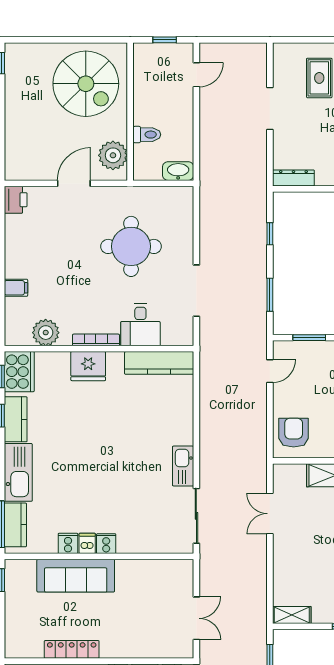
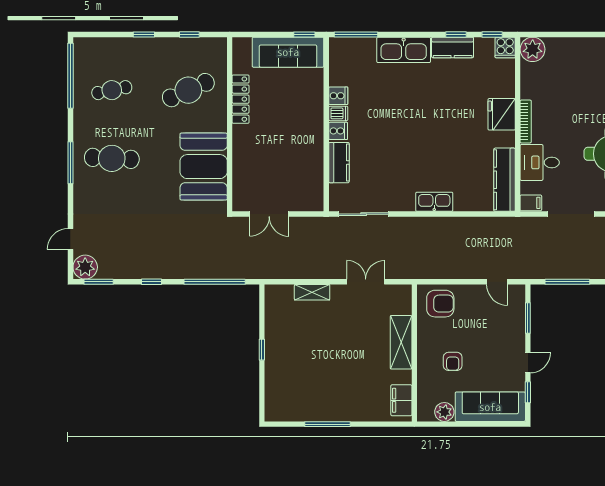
filing cabinet: (16, 288) -> (531, 203), moved, turned -90
window: (270, 295) -> (567, 282), width x1.44
plant: (46, 333) -> (533, 49), moved
cooker: (19, 372) -> (505, 47), width x0.53, depth x0.76
kitchen sink: (183, 466) -> (434, 202), moved
kitchen counter: (15, 525) -> (339, 163), moved, turned -90
sofa: (76, 576) -> (288, 52), moved, turned -90
shelving: (292, 615) -> (312, 292), moved, turned 90

